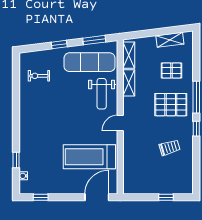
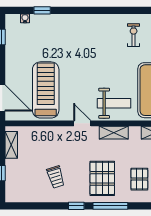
shelving: (129, 83) -> (114, 133), moved
weight bench: (102, 94) -> (114, 103), turned 180
shelving: (140, 188) -> (11, 145), added

